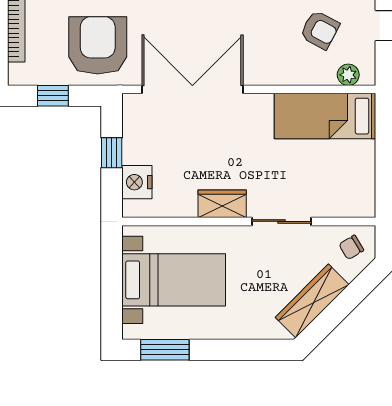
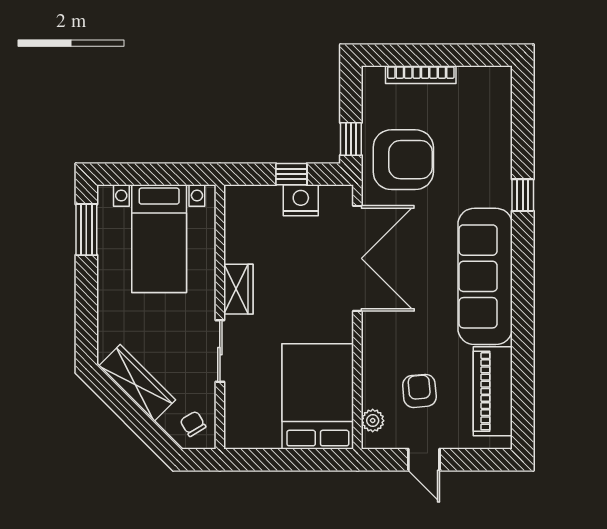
armchair: (320, 30) -> (419, 391), turned 147
window: (53, 96) -> (351, 139), moved
bed: (325, 116) -> (318, 396), width x1.50
nightstand: (137, 182) -> (301, 200), moved

